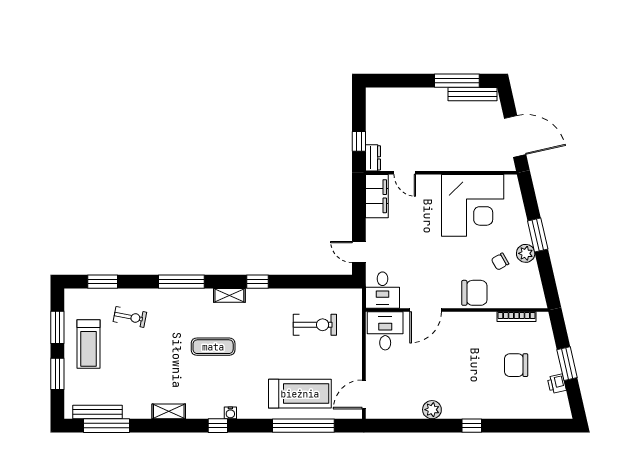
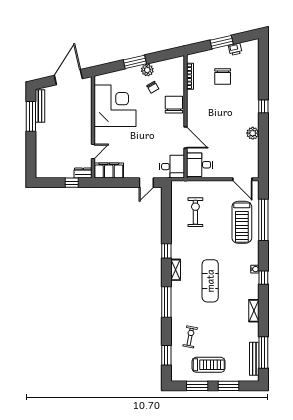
exercise mat: (213, 347) -> (210, 281), width x1.36, depth x1.45
treadmill: (300, 394) -> (242, 222), turned 180

